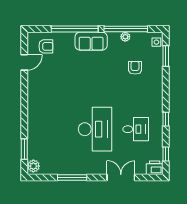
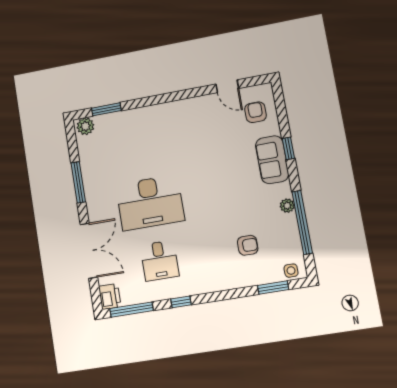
window: (75, 29) -> (288, 148), width x0.32
plant: (125, 37) -> (287, 206), moved
sofa: (91, 41) -> (272, 160), moved
armchair: (46, 46) -> (255, 112), turned 180
window: (166, 154) -> (131, 310), width x2.17
double door: (121, 177) -> (89, 251), width x1.37

